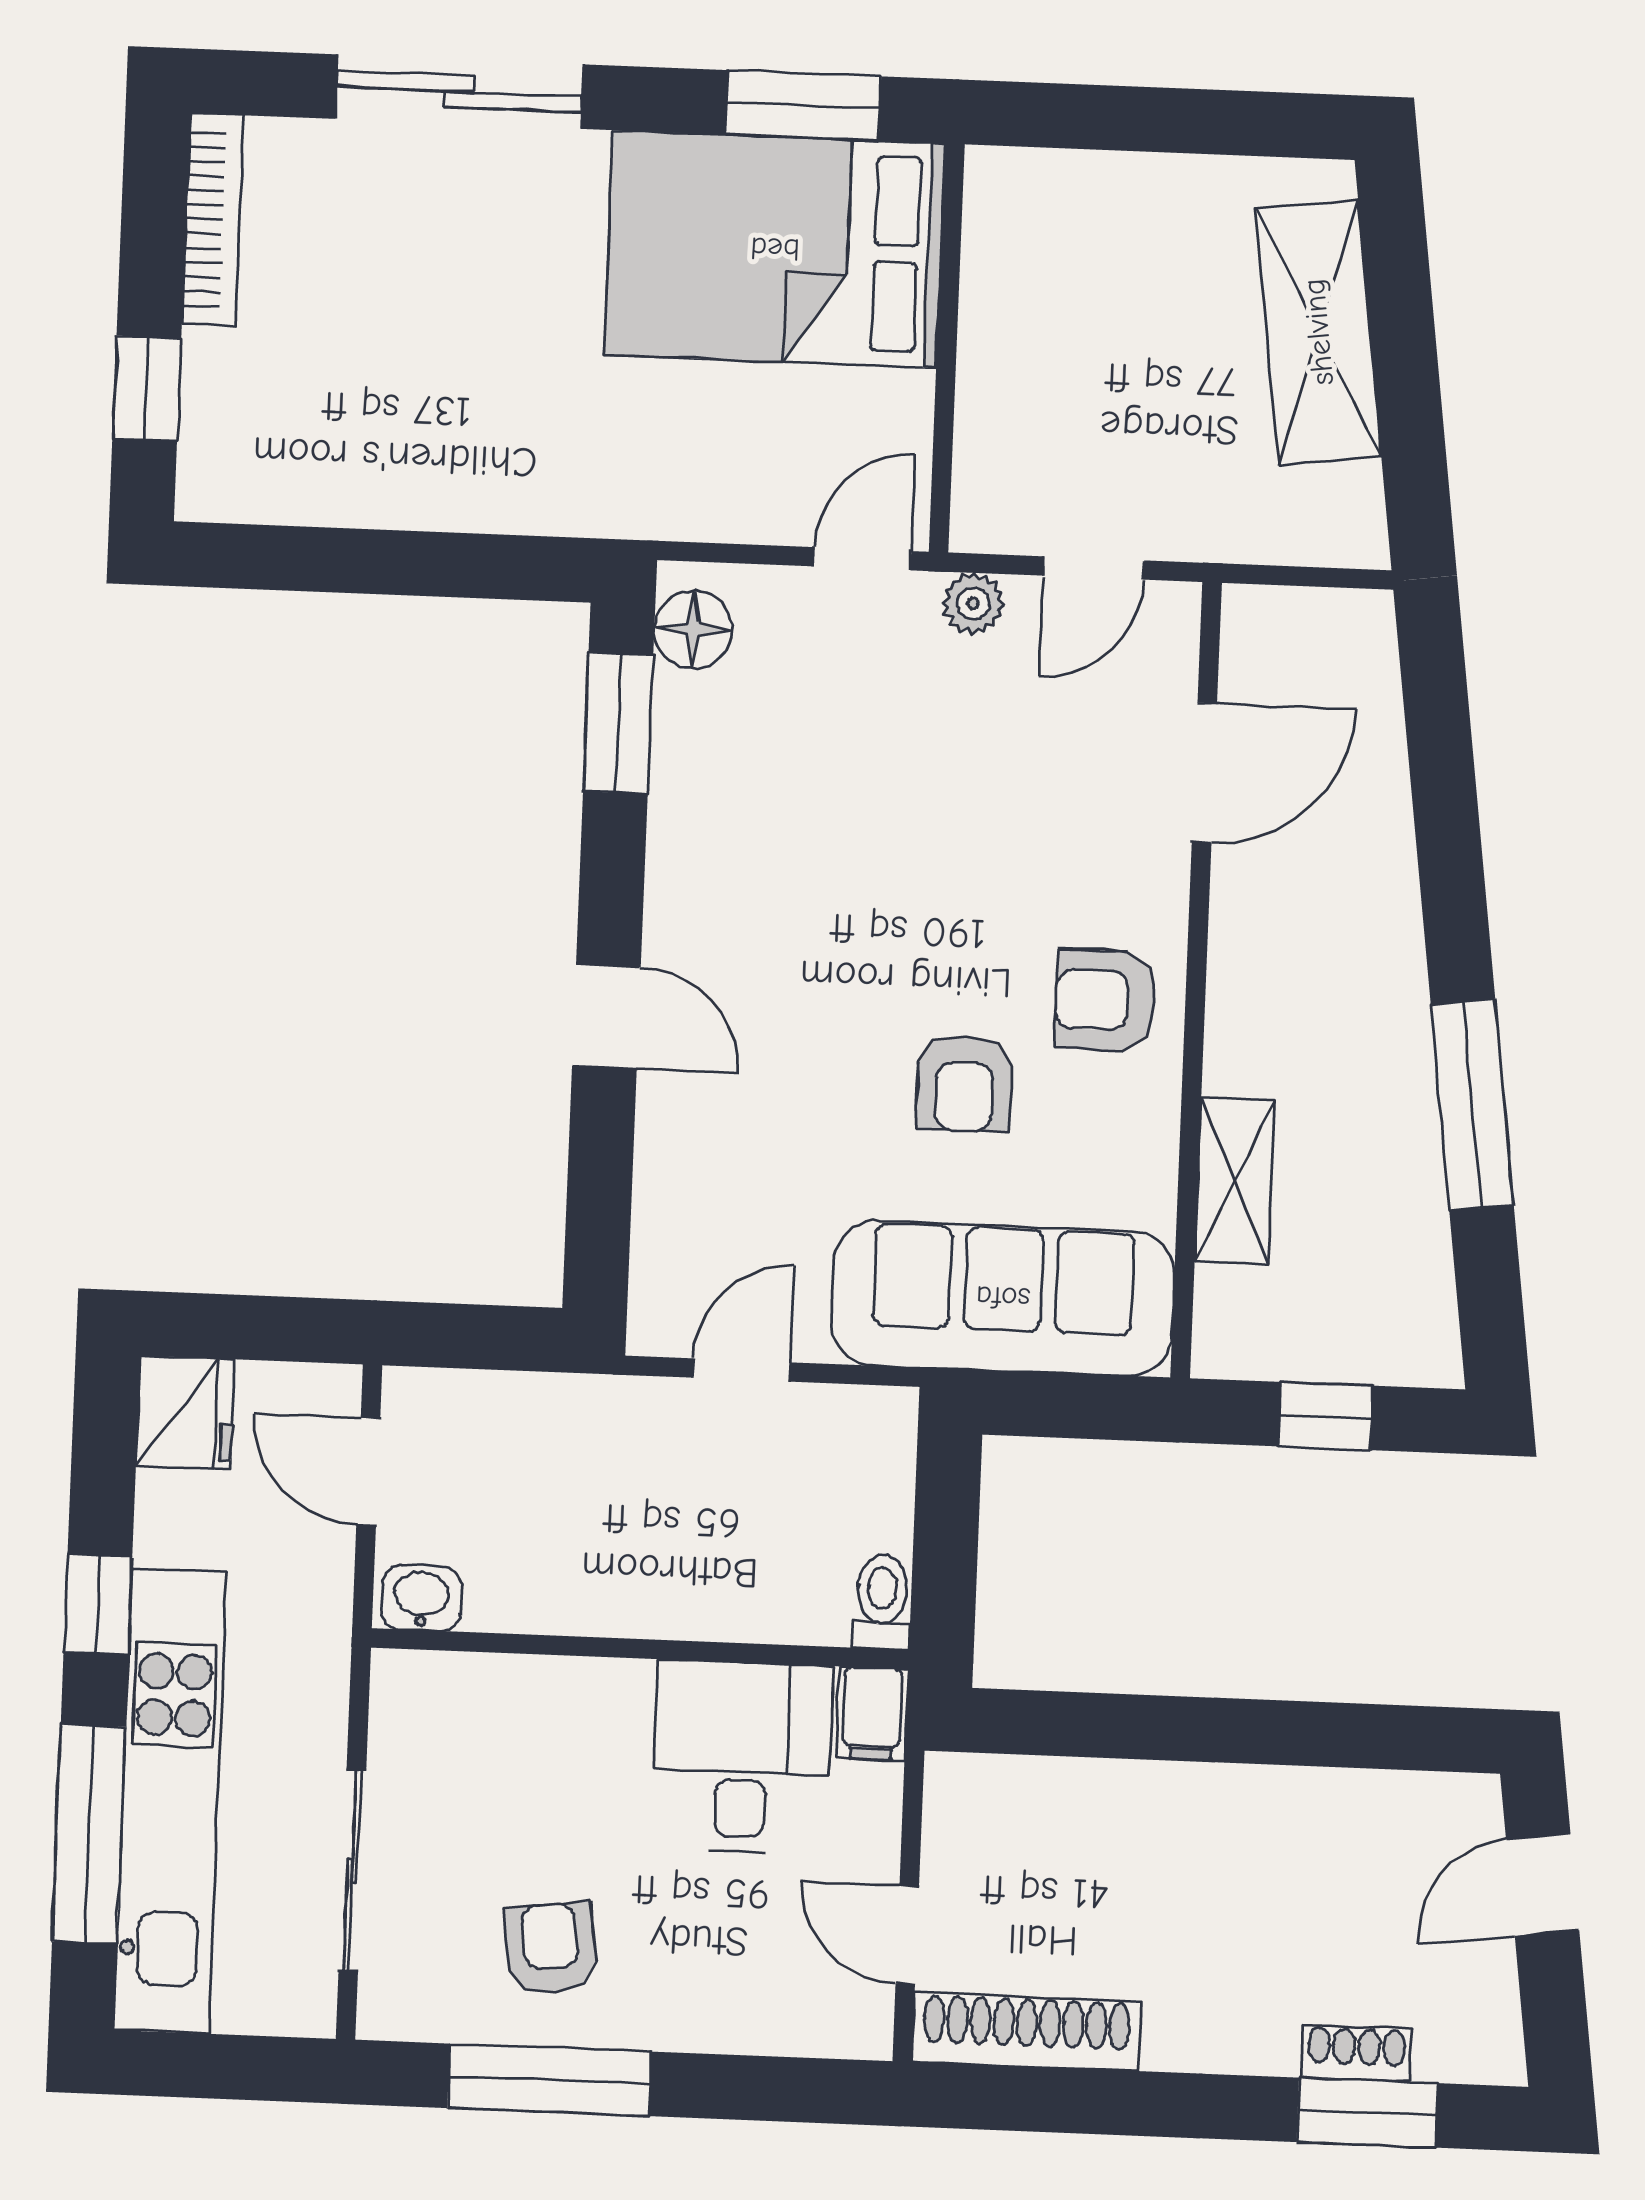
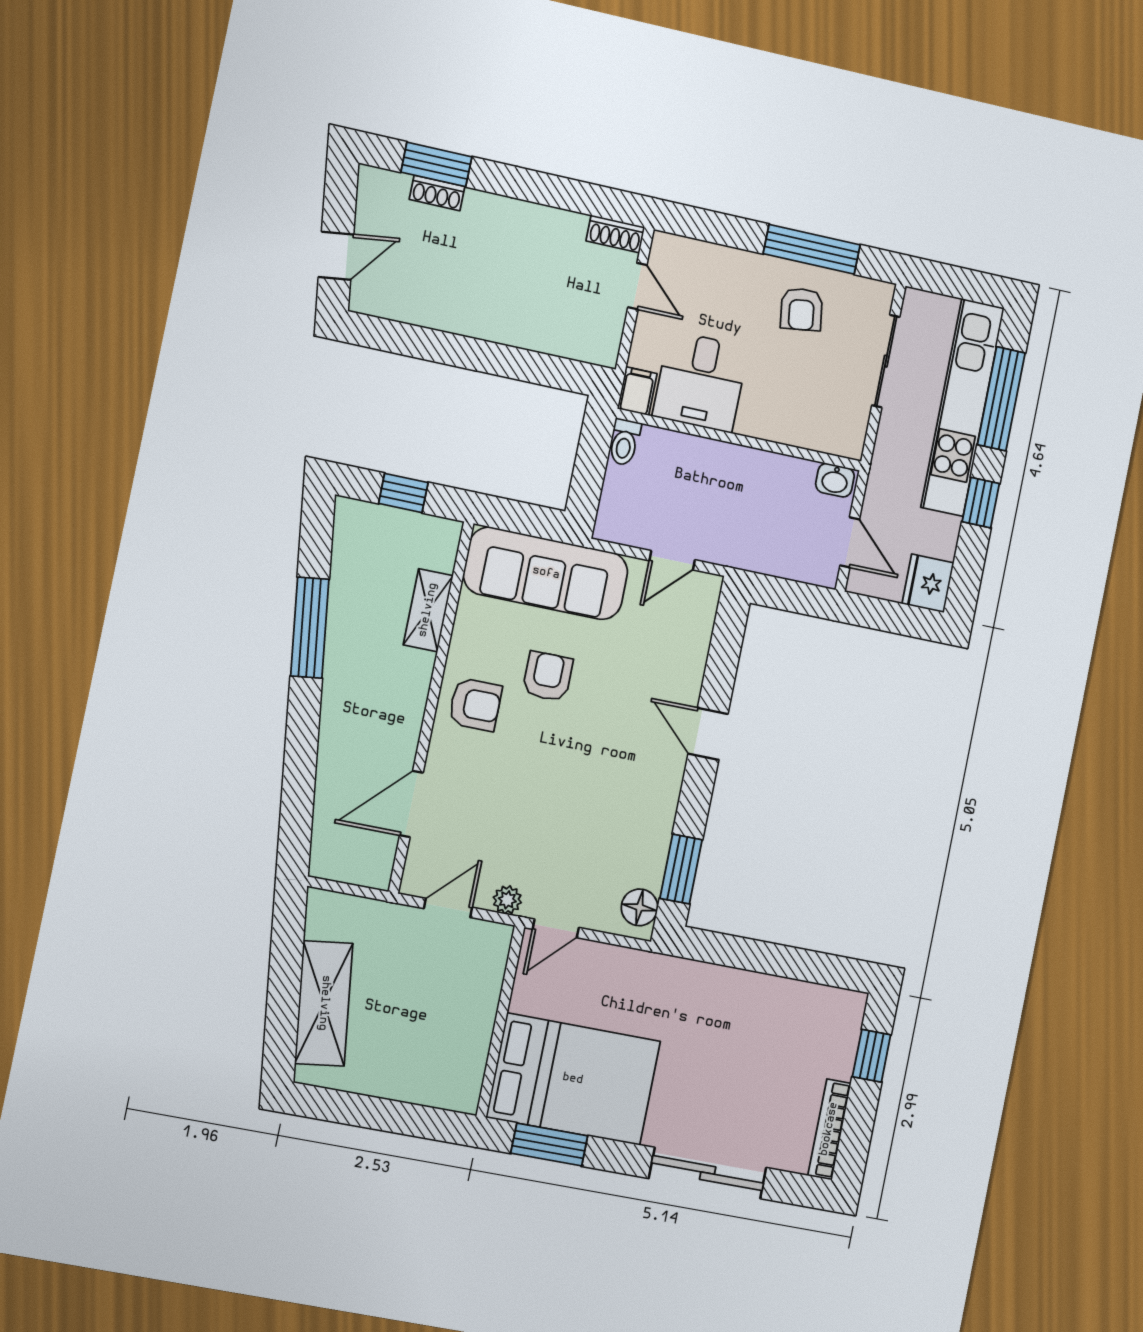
shoe rack: (1027, 2032) -> (615, 234), width x0.51, depth x0.81

